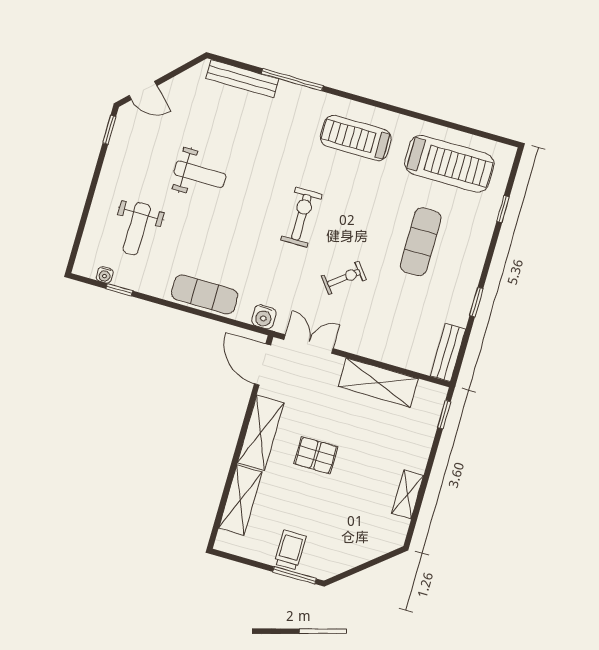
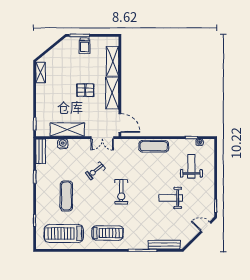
water cooler: (264, 317) -> (63, 144), moved
shelving: (408, 494) -> (41, 73), moved

